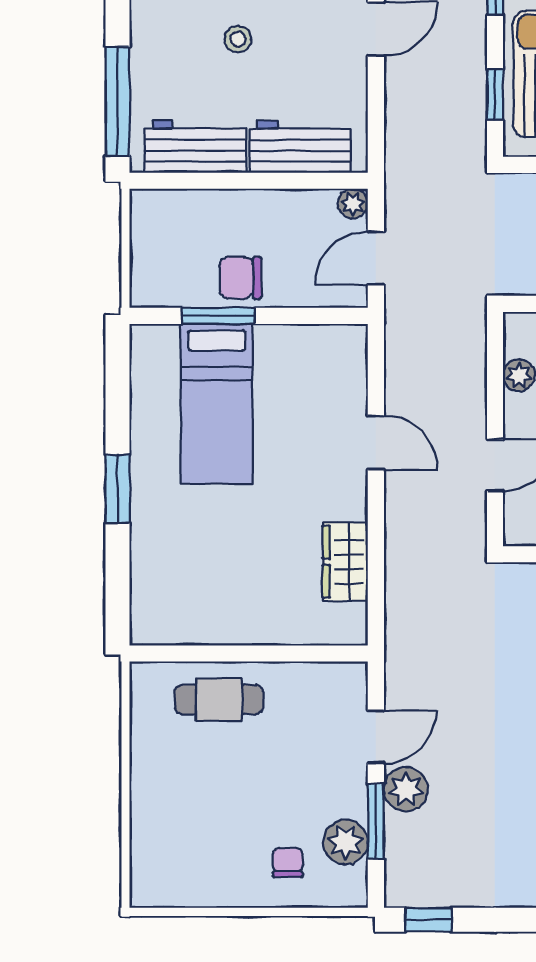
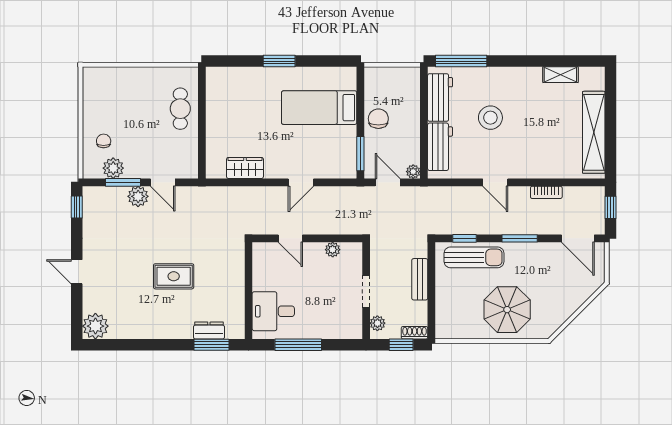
stool: (238, 39) -> (490, 118), width x1.89, depth x1.89
window: (218, 316) -> (360, 154), moved
chair: (288, 863) -> (104, 141), turned -90

